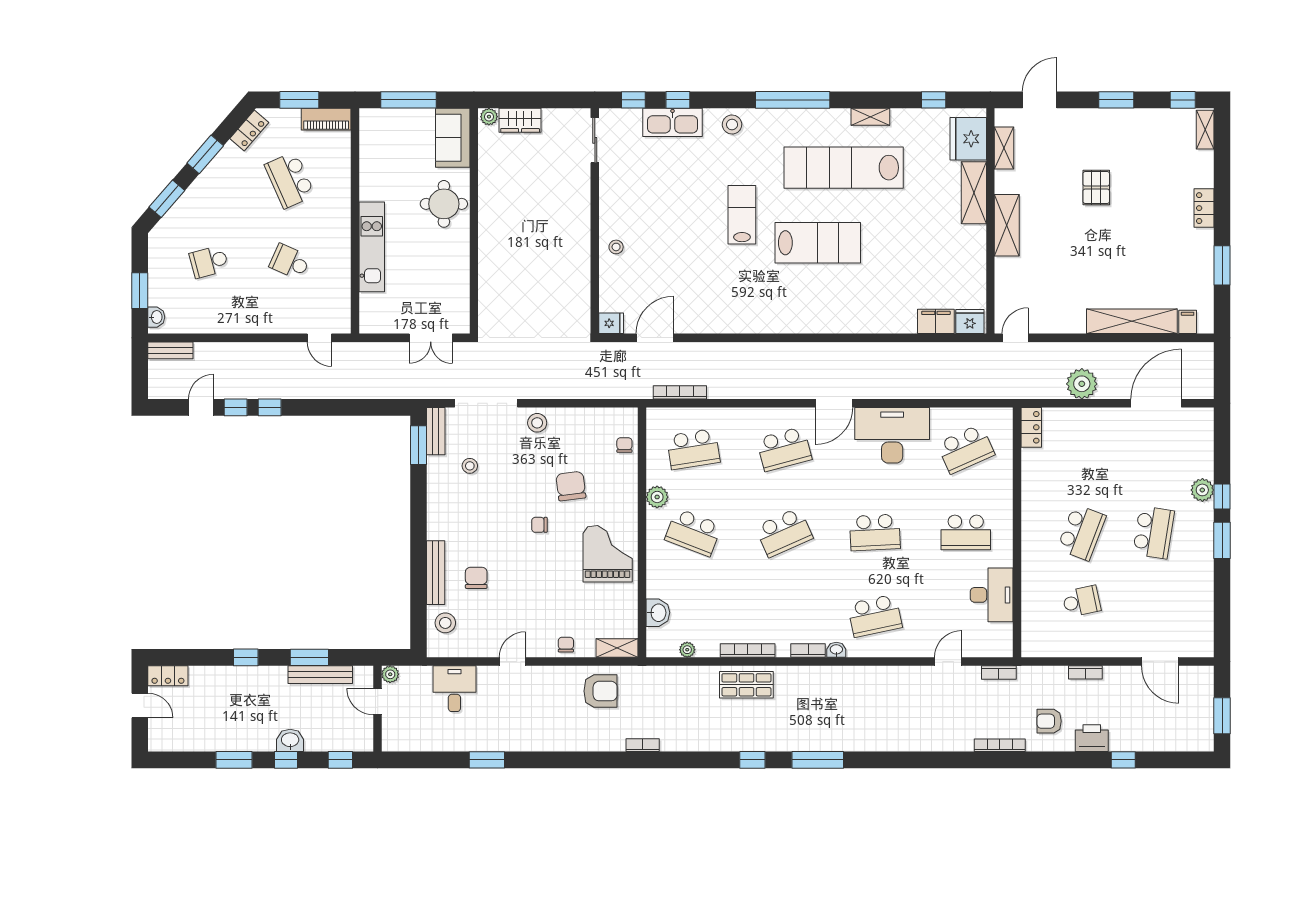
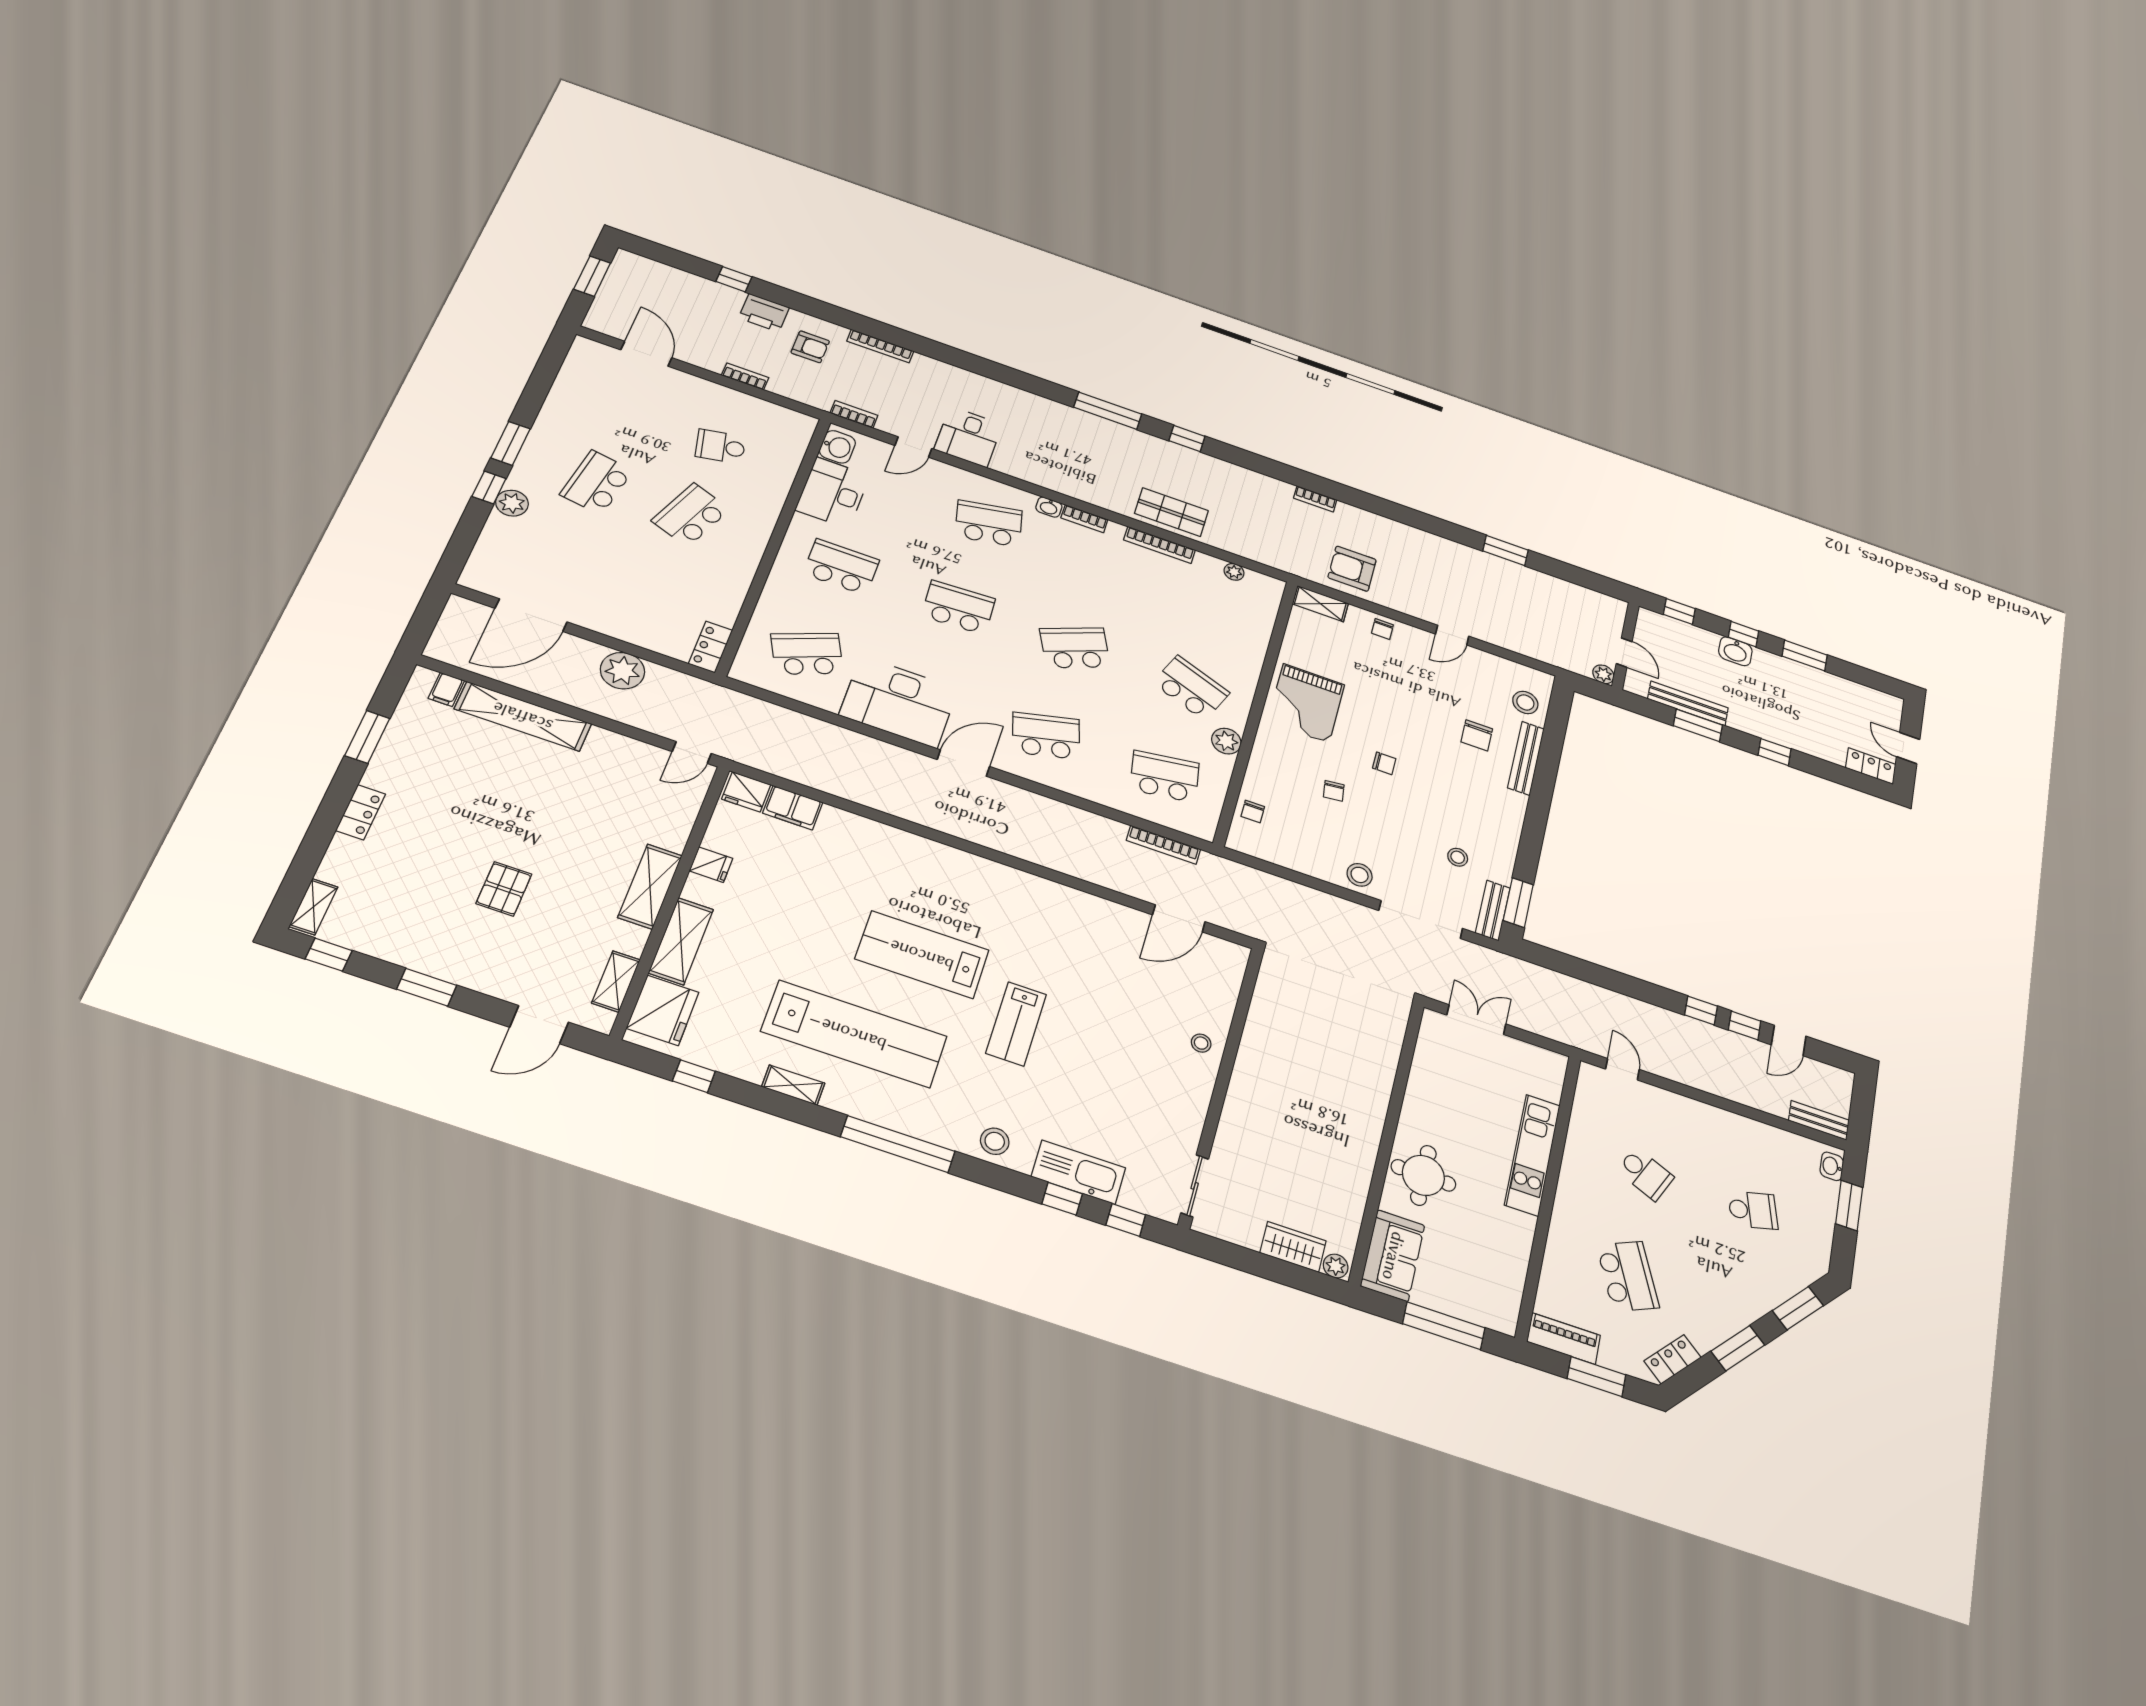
fridge: (611, 323) -> (711, 865), moved, turned 180
chair: (571, 486) -> (1334, 791), width x0.54, depth x0.54
washbasin: (658, 613) -> (837, 447), moved, turned 180
desk: (454, 689) -> (968, 437), moved

